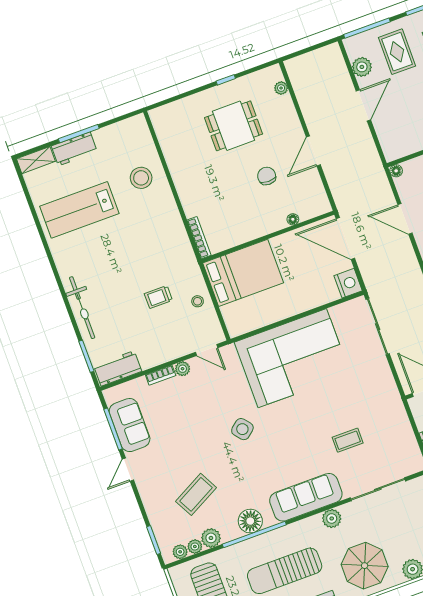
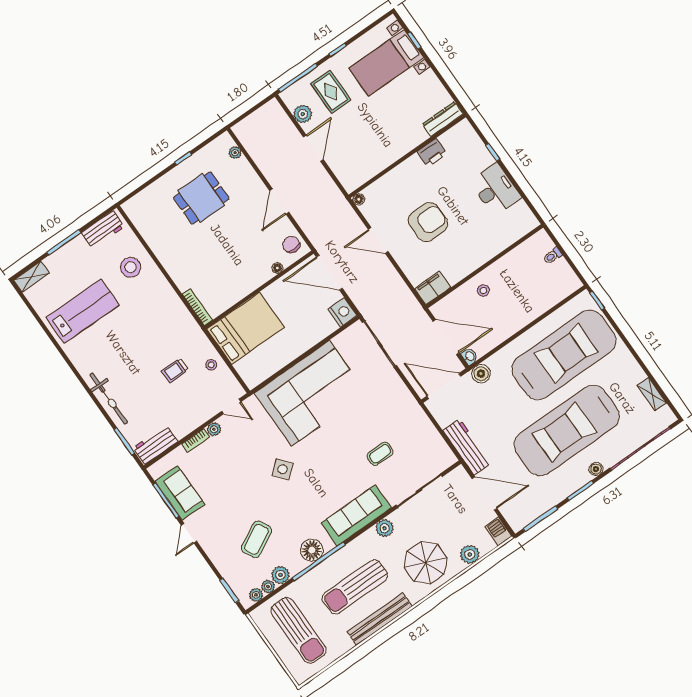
workbench: (74, 149) -> (103, 230), moved
chair: (267, 176) -> (291, 245), moved
lab bench: (79, 210) -> (83, 311), turned 180

